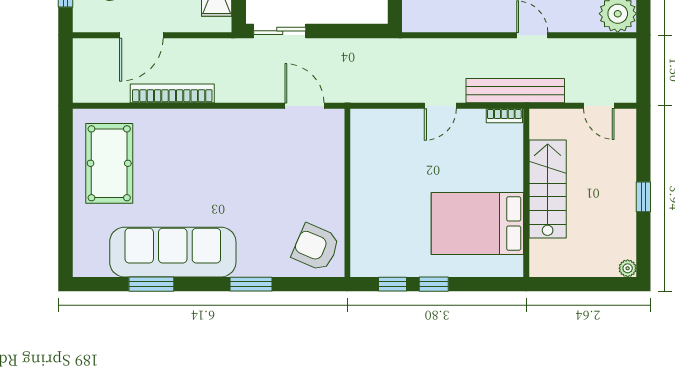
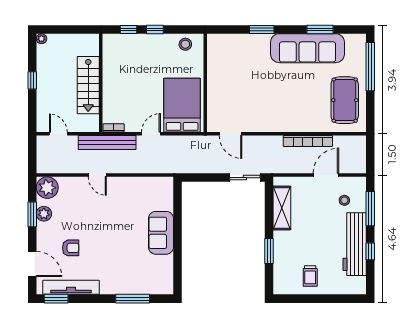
window: (66, 221) -> (370, 67), added
bed: (477, 224) -> (182, 105), moved, turned -90
armchair: (316, 247) -> (224, 51), removed
stool: (382, 259) -> (185, 44), added
window: (393, 284) -> (129, 29), moved

